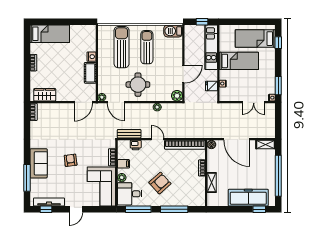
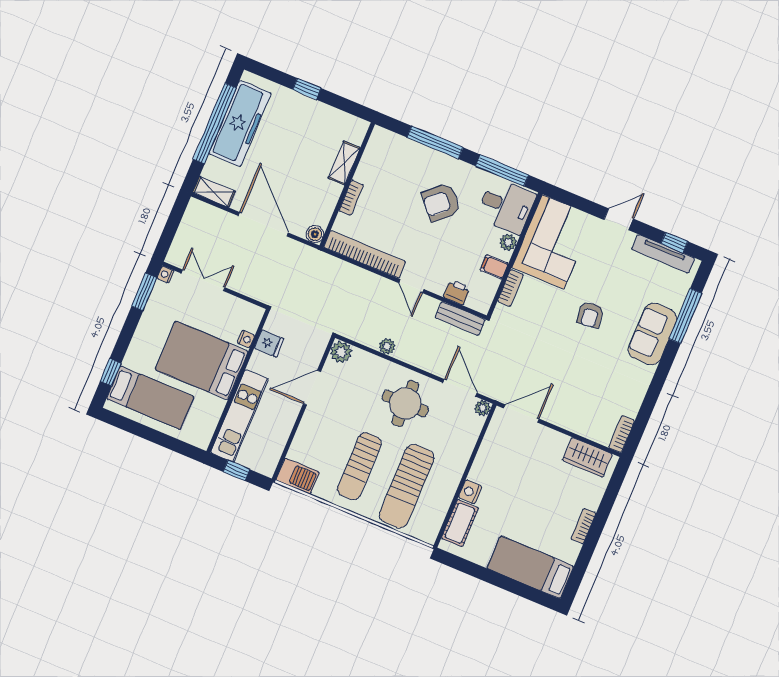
bed: (239, 61) -> (202, 360), width x1.50
cot: (90, 73) -> (460, 523), moved
freezer: (248, 198) -> (240, 123), moved, turned -90
window: (259, 209) -> (307, 89), moved

